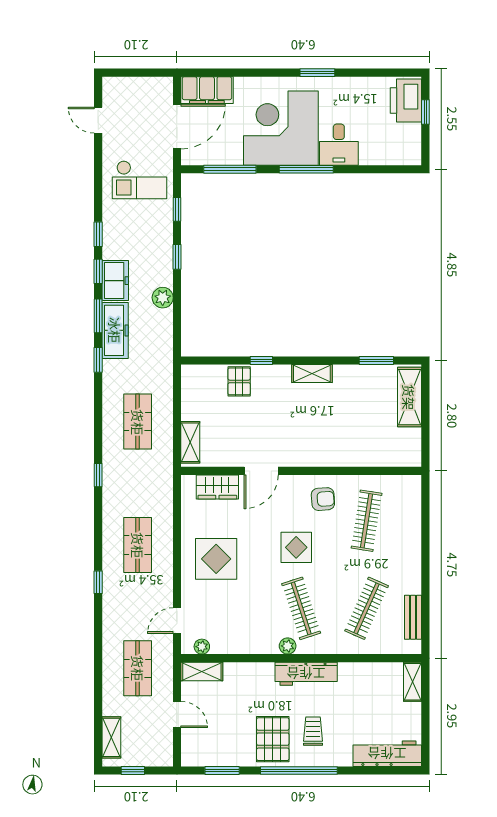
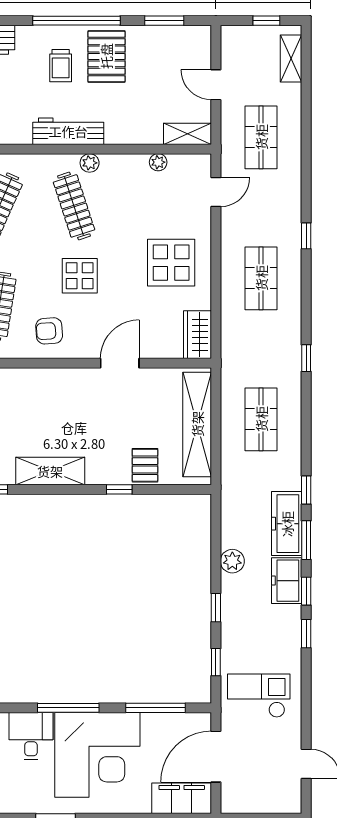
shelving: (312, 373) -> (50, 471), width x1.50, depth x1.33
shelving: (190, 442) -> (197, 424), width x2.20, depth x1.33
wardrobe: (217, 487) -> (198, 335), moved, turned -90
plant: (202, 647) -> (158, 162), moved

